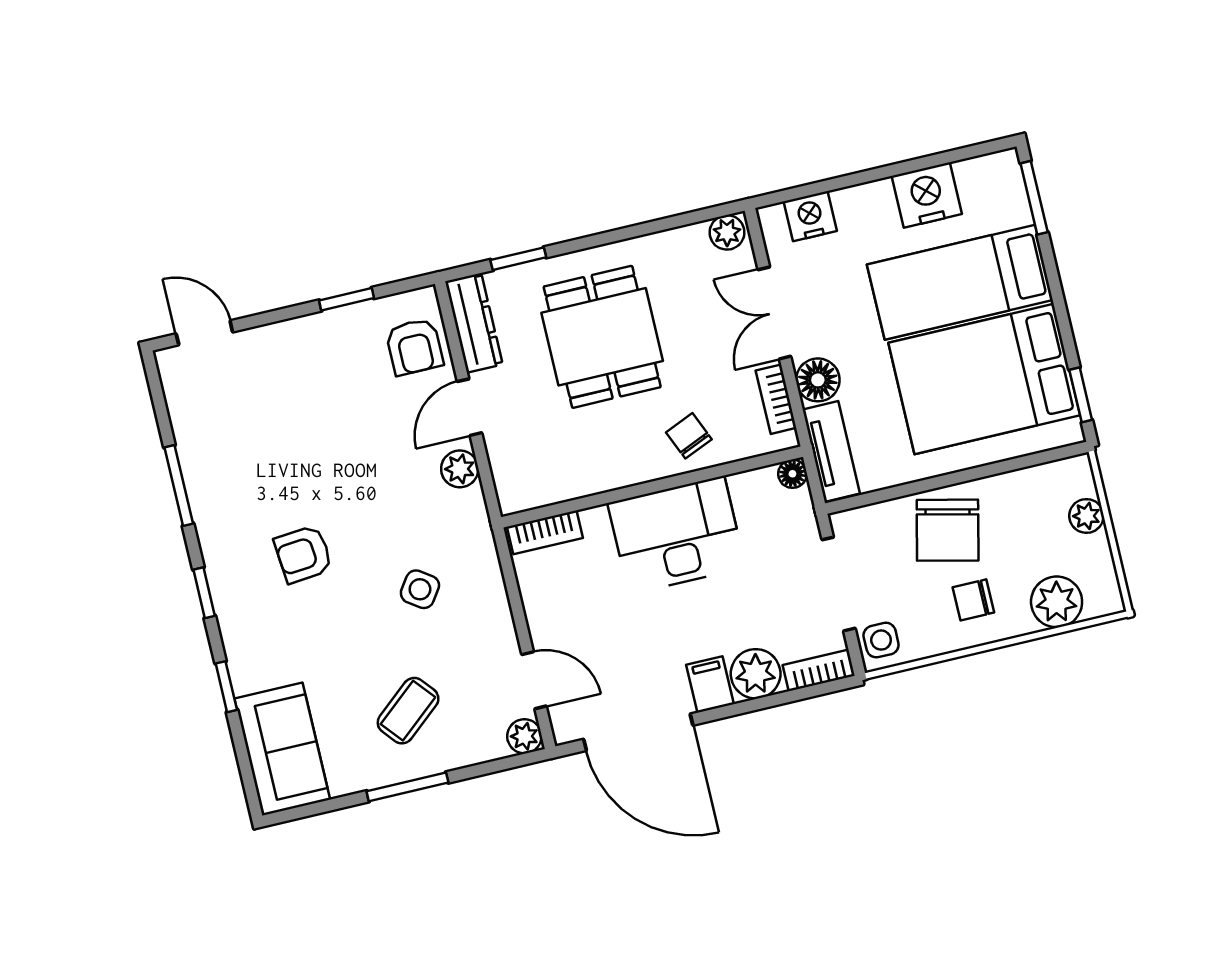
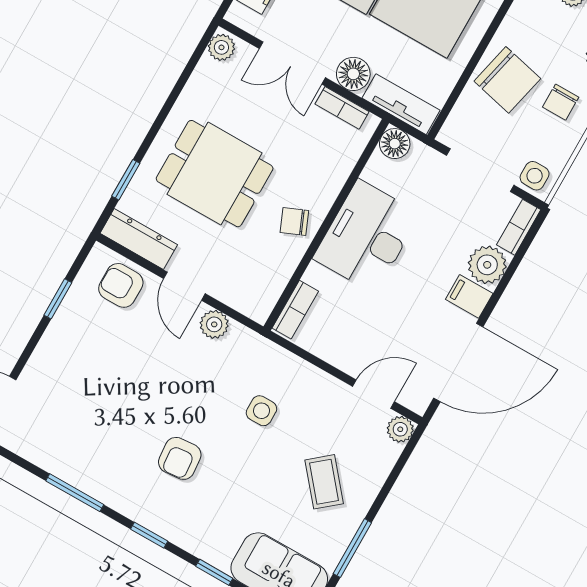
armchair: (414, 347) -> (121, 285), turned 180
chair: (689, 436) -> (294, 221), moved
floor lamp: (792, 474) -> (395, 144), width x1.37, depth x1.37
side table: (420, 589) -> (261, 411), turned -35
window: (407, 787) -> (352, 548), moved

